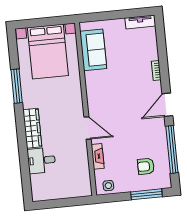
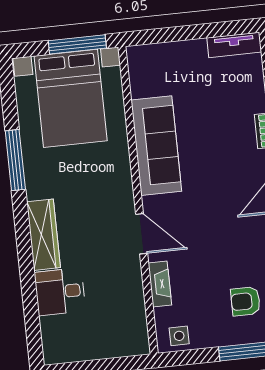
window: (52, 21) -> (77, 44), added
sofa: (93, 50) -> (156, 146), moved, width x1.36

